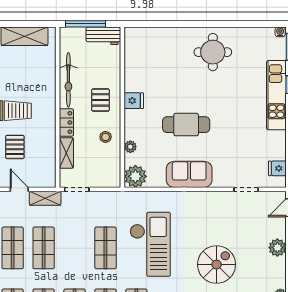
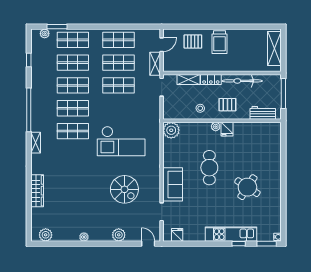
workbench: (103, 36) -> (263, 113), moved, turned 90
round table: (213, 52) -> (247, 187), moved, turned 33
plant: (130, 147) -> (216, 127), moved
sofa: (189, 174) -> (173, 184), moved
shop shelf: (105, 248) -> (118, 85), moved
spiral stairs: (217, 265) -> (124, 189), moved

